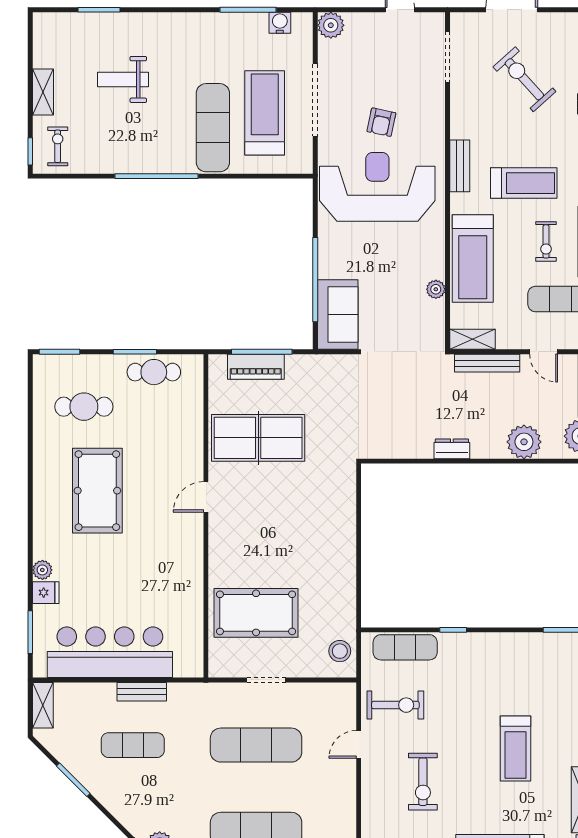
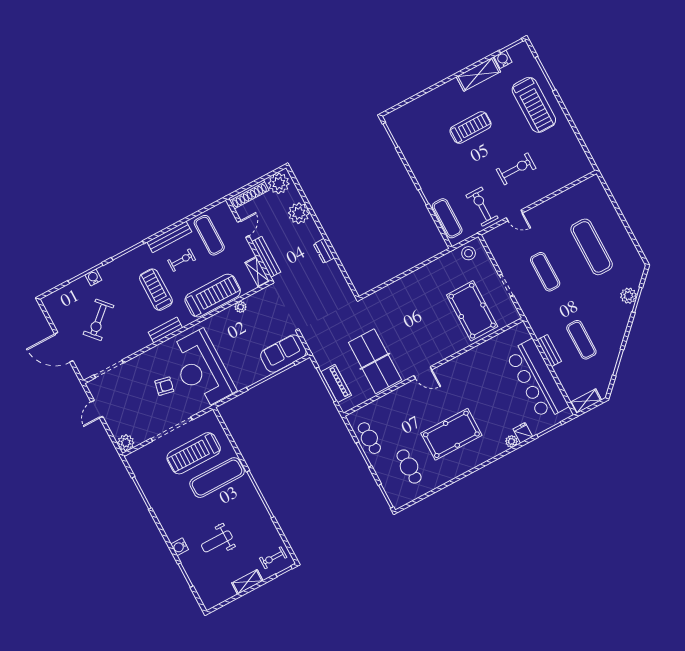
water cooler: (280, 23) -> (180, 547), moved
weight bench: (123, 79) -> (217, 541), turned 90
exercise mat: (256, 745) -> (545, 272), width x0.73, depth x0.69

